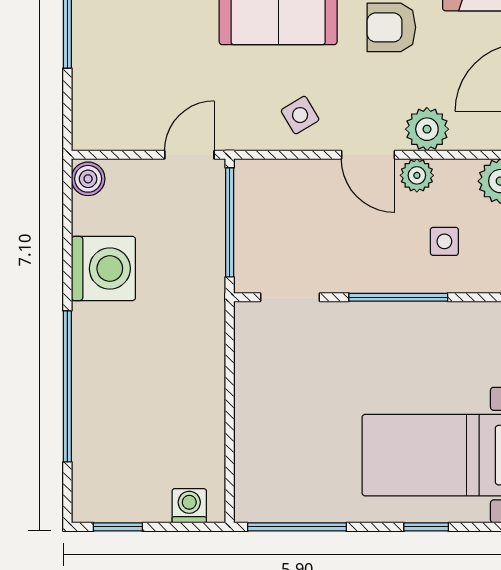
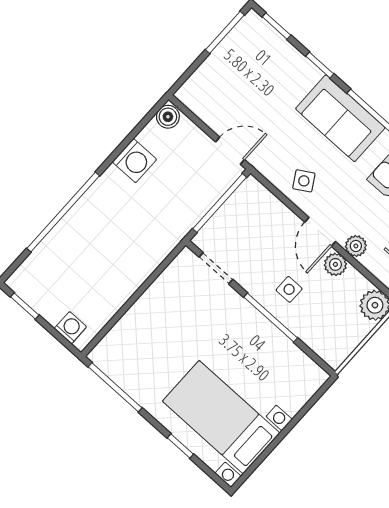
plant: (427, 129) -> (356, 246), width x0.73, depth x0.73
side table: (444, 241) -> (289, 289), moved
washing machine: (103, 268) -> (134, 161), width x0.73, depth x0.73

